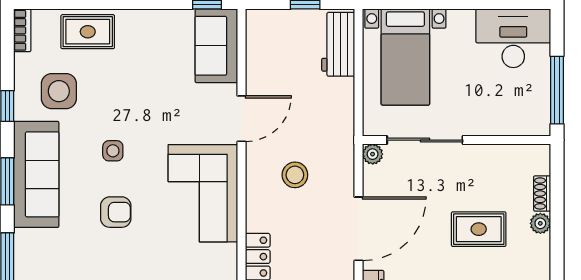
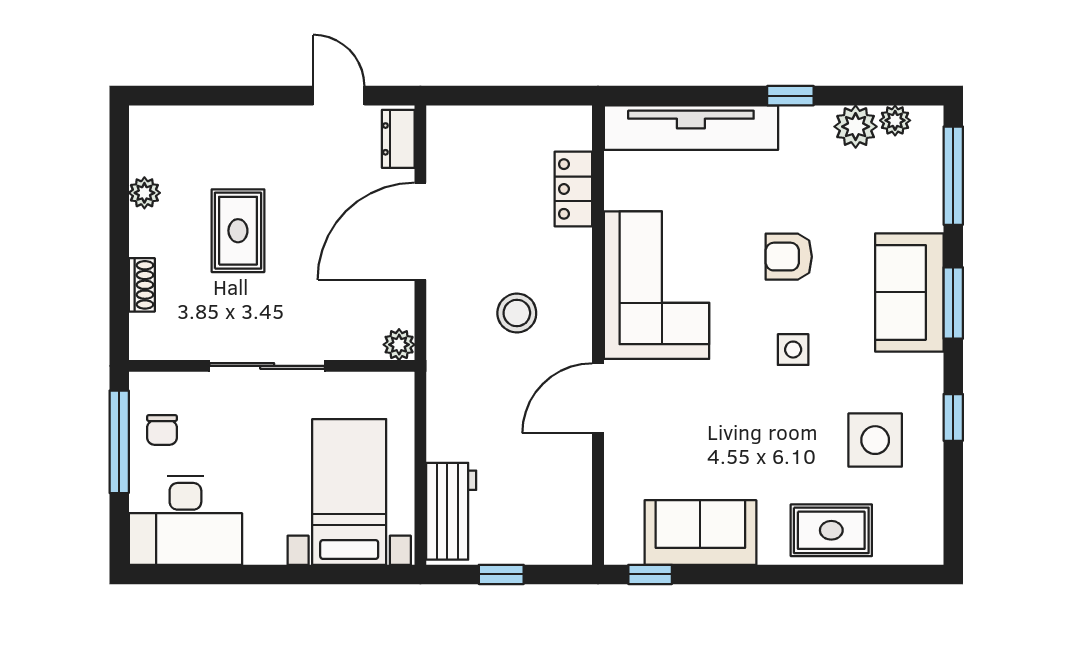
bookcase: (22, 30) -> (931, 532), removed
sofa: (216, 46) -> (700, 532), moved, turned -90
chair: (529, 98) -> (162, 430), added
sliding door: (425, 140) -> (267, 366), moved
sofa: (36, 174) -> (909, 292), width x0.73
plant: (540, 223) -> (144, 193), moved
rug: (479, 229) -> (238, 231), turned 90

